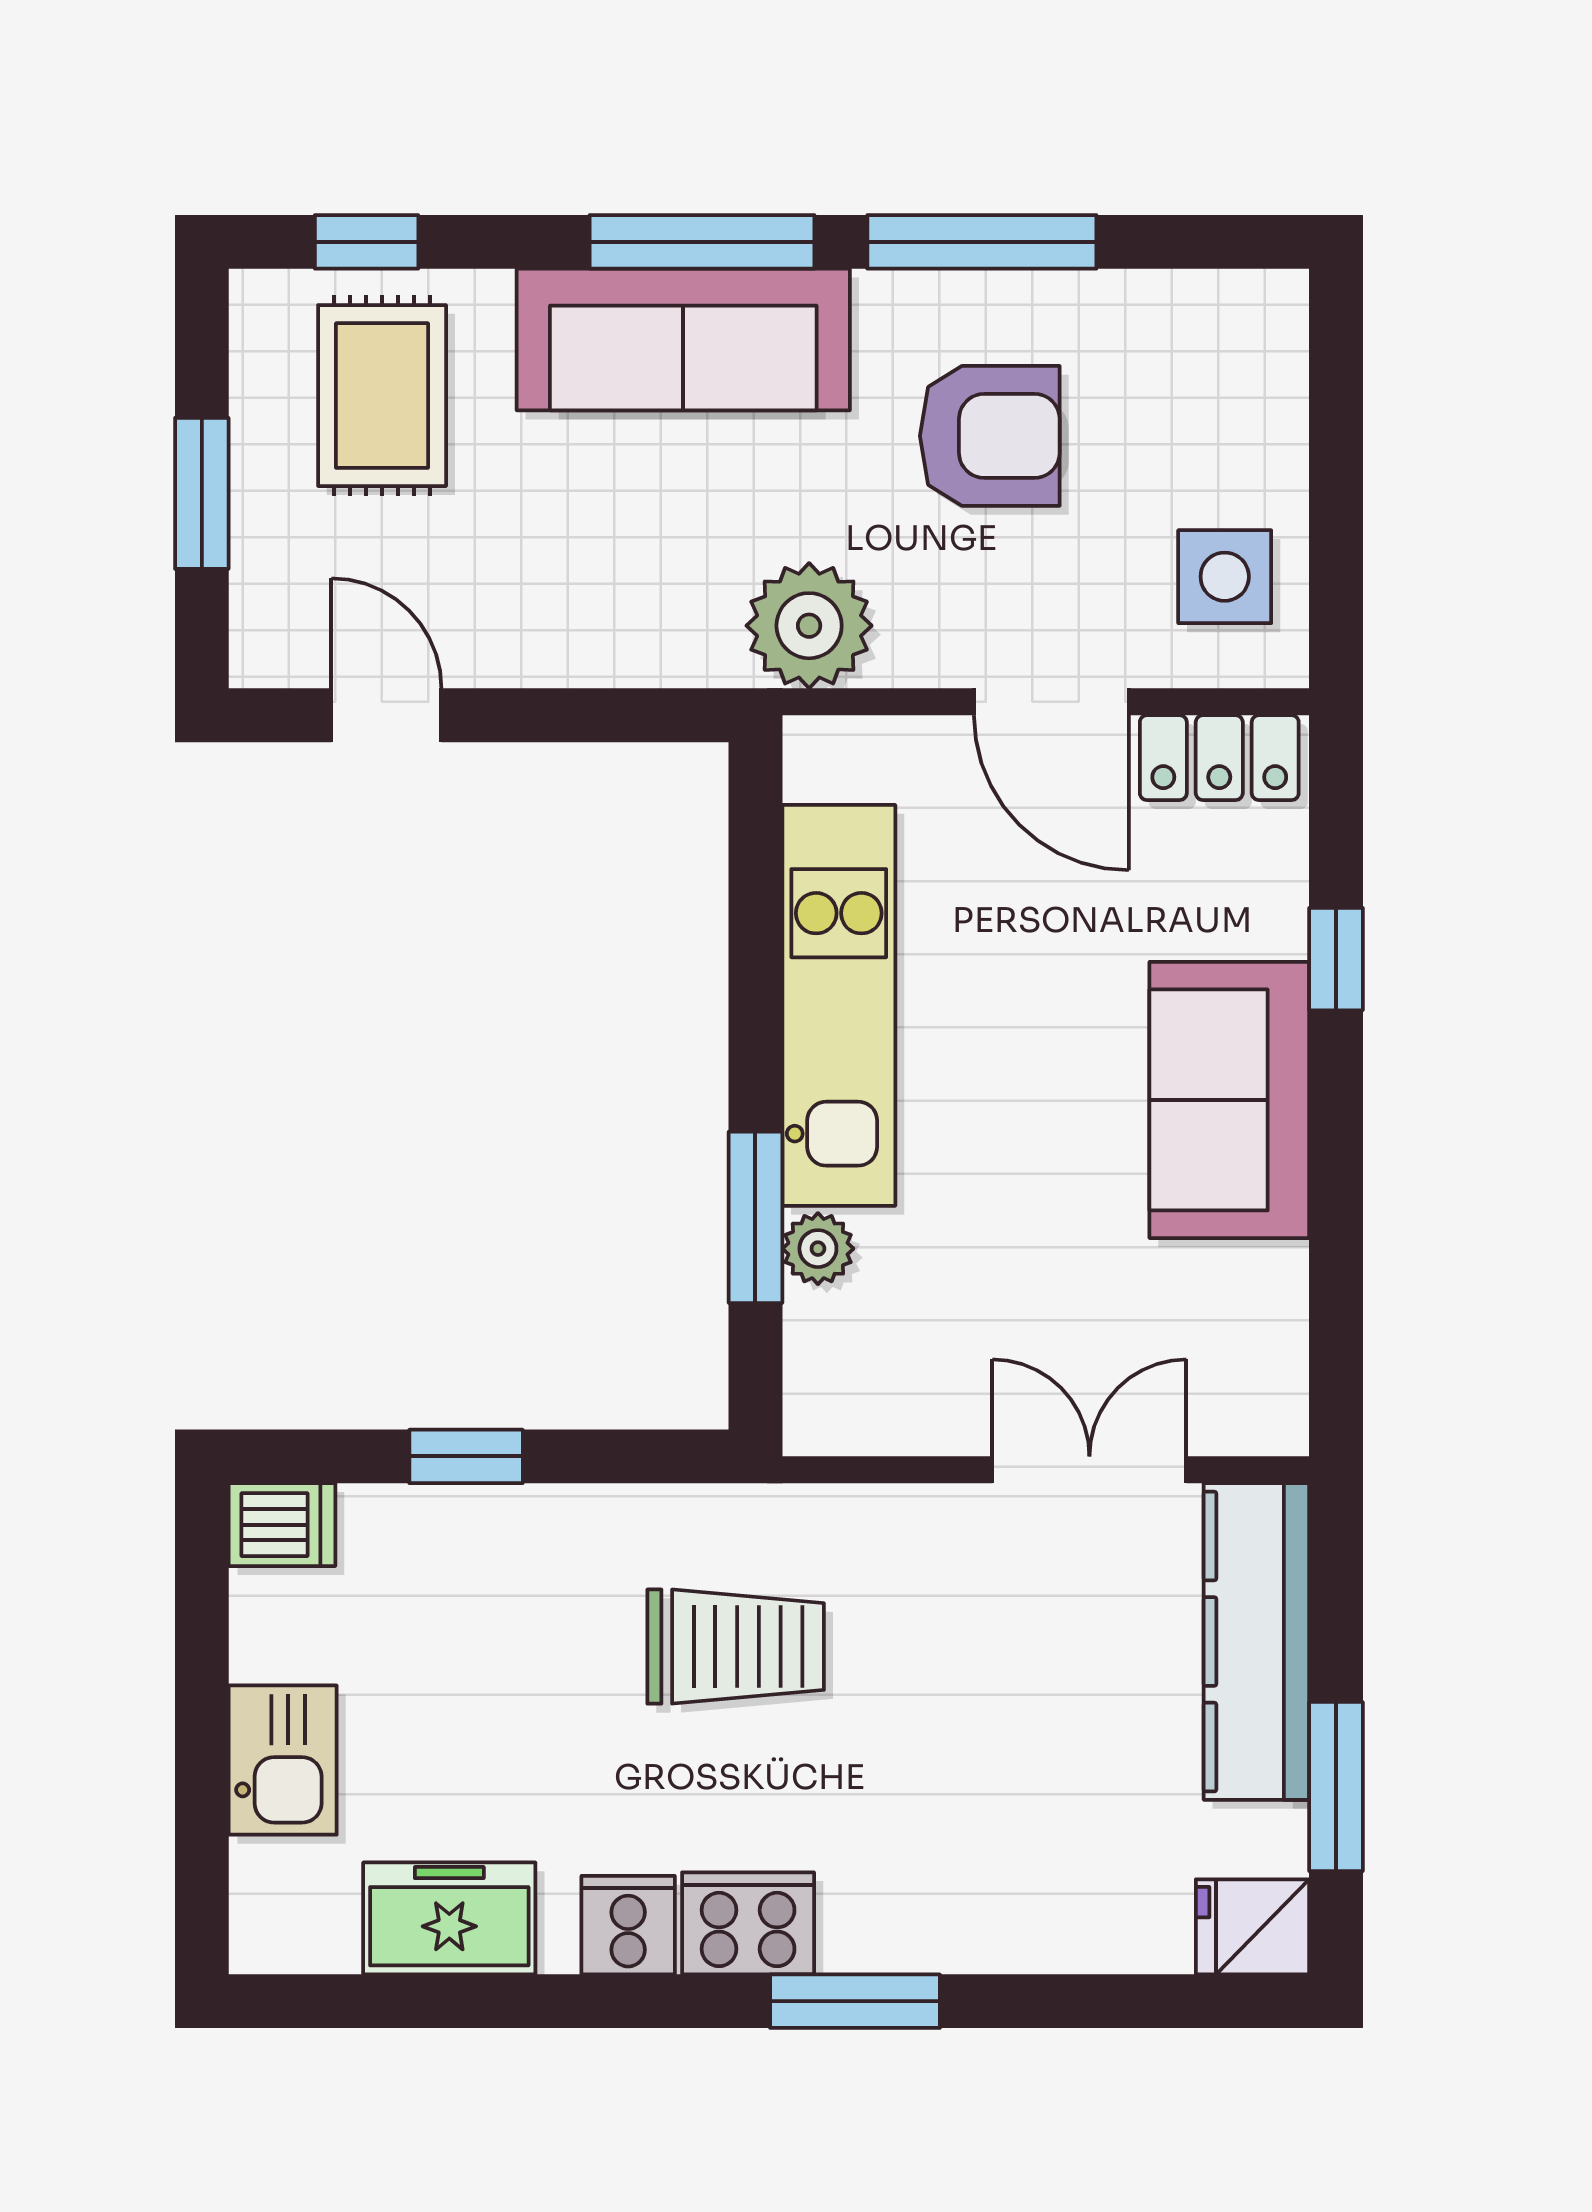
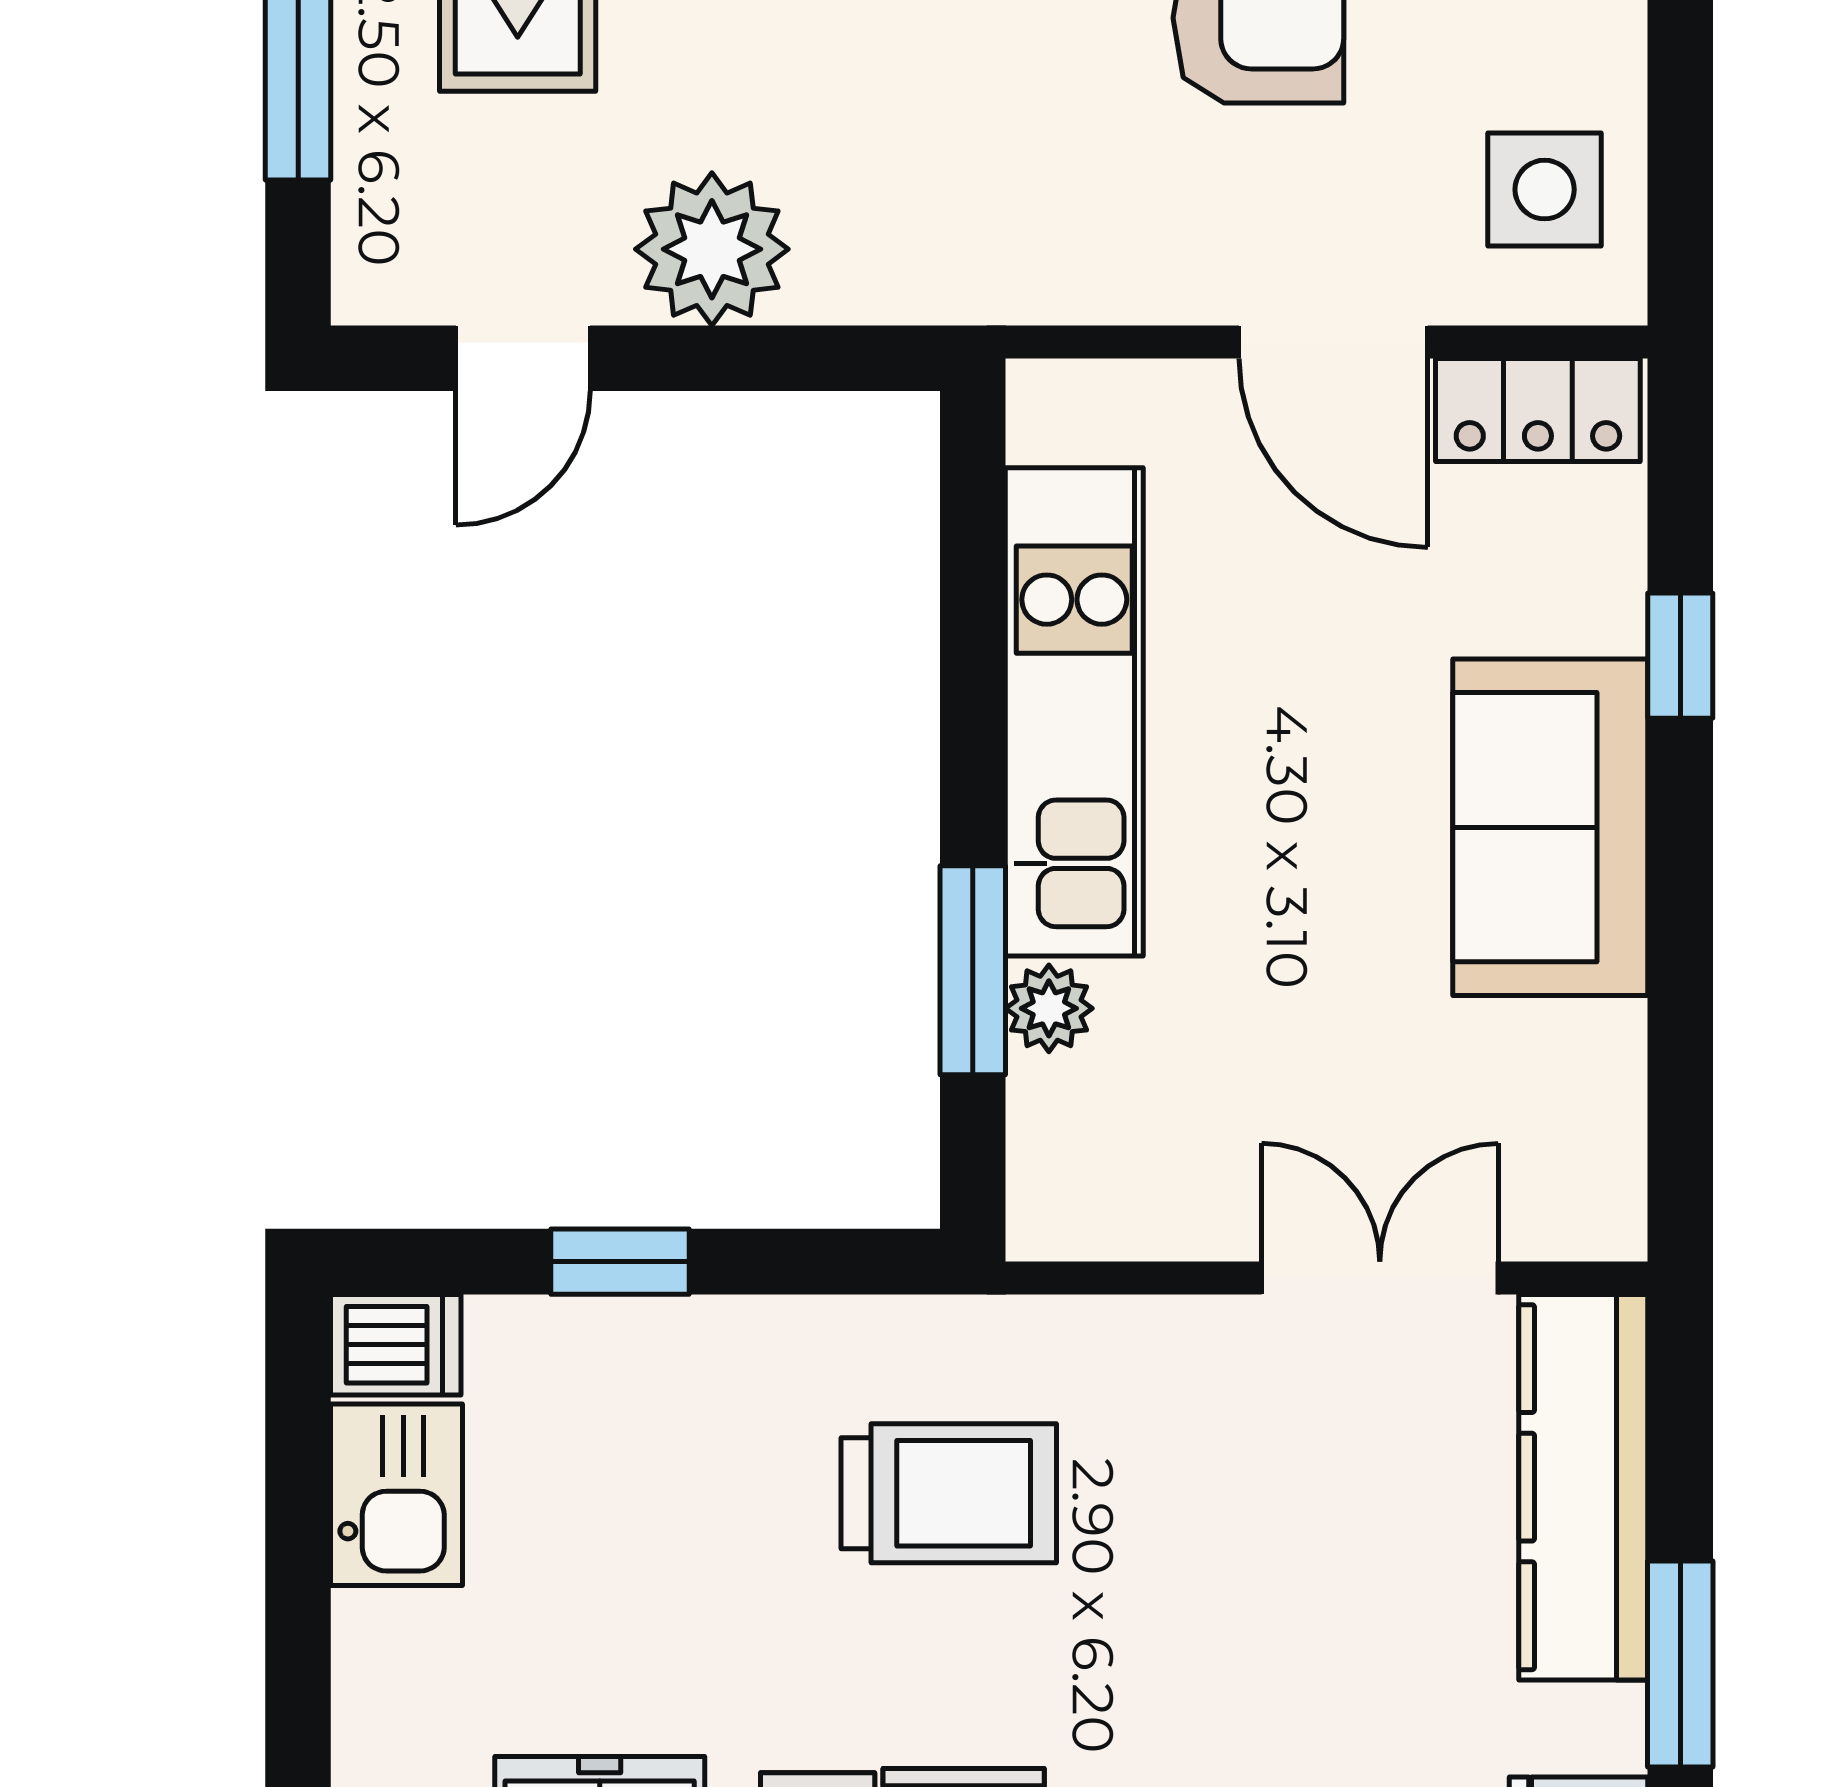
plant: (809, 626) -> (712, 249), moved
door: (386, 715) -> (523, 358), swing flipped
kitchen sink: (283, 1760) -> (397, 1495), moved

